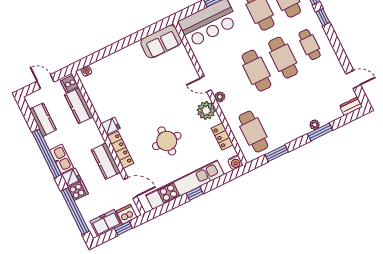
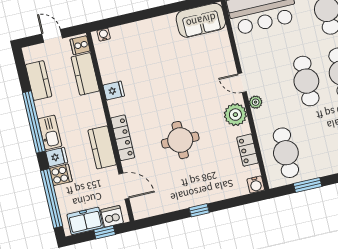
fridge: (111, 126) -> (114, 91), moved
kitchen unit: (185, 185) -> (190, 197), removed

